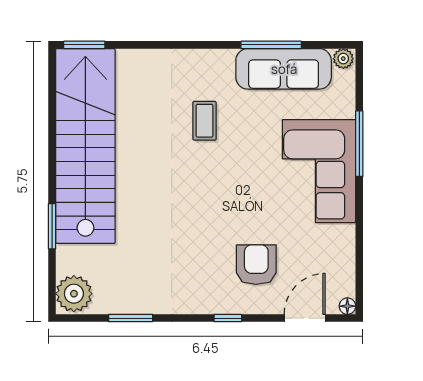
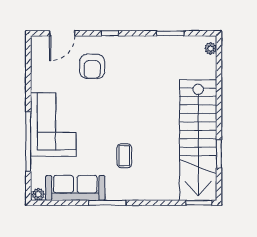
window: (271, 45) -> (107, 203), moved
window: (359, 144) -> (28, 141), width x1.46
window: (52, 226) -> (219, 154), moved
plant: (74, 294) -> (211, 48), width x0.53, depth x0.53
floor lamp: (347, 306) -> (36, 41), removed

